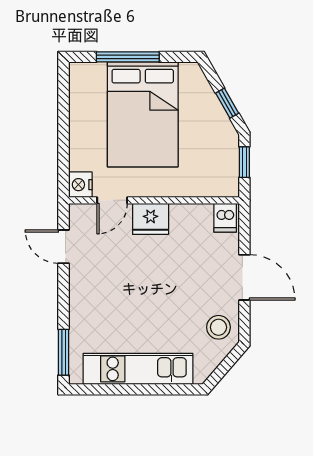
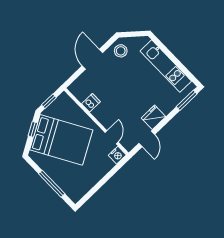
bed: (143, 114) -> (61, 140), moved, turned 60
door: (112, 200) -> (112, 137), hinge flipped
dishwasher: (225, 218) -> (91, 103), moved
fridge: (151, 219) -> (154, 117), moved, turned -90

